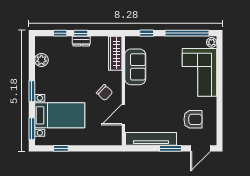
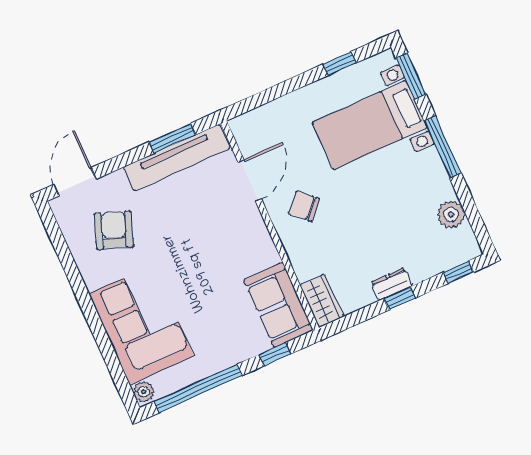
window: (60, 33) -> (458, 272), moved
wardrobe: (115, 53) -> (322, 301), width x0.67
sofa: (135, 67) -> (278, 305), moved
window: (32, 91) -> (443, 147), width x1.44
armchair: (193, 119) -> (114, 230), turned 110
window: (170, 148) -> (172, 138), moved

